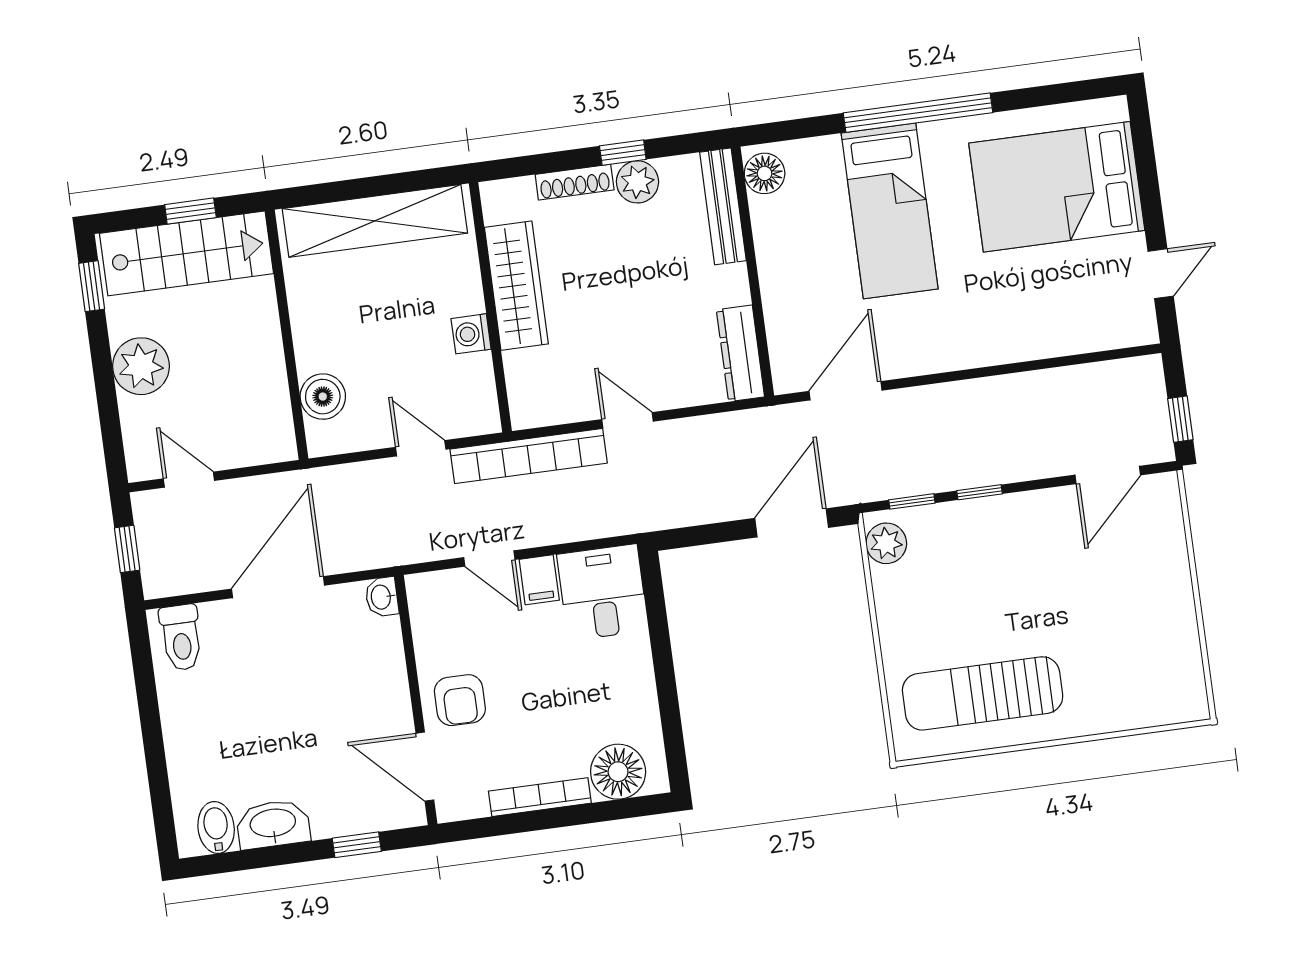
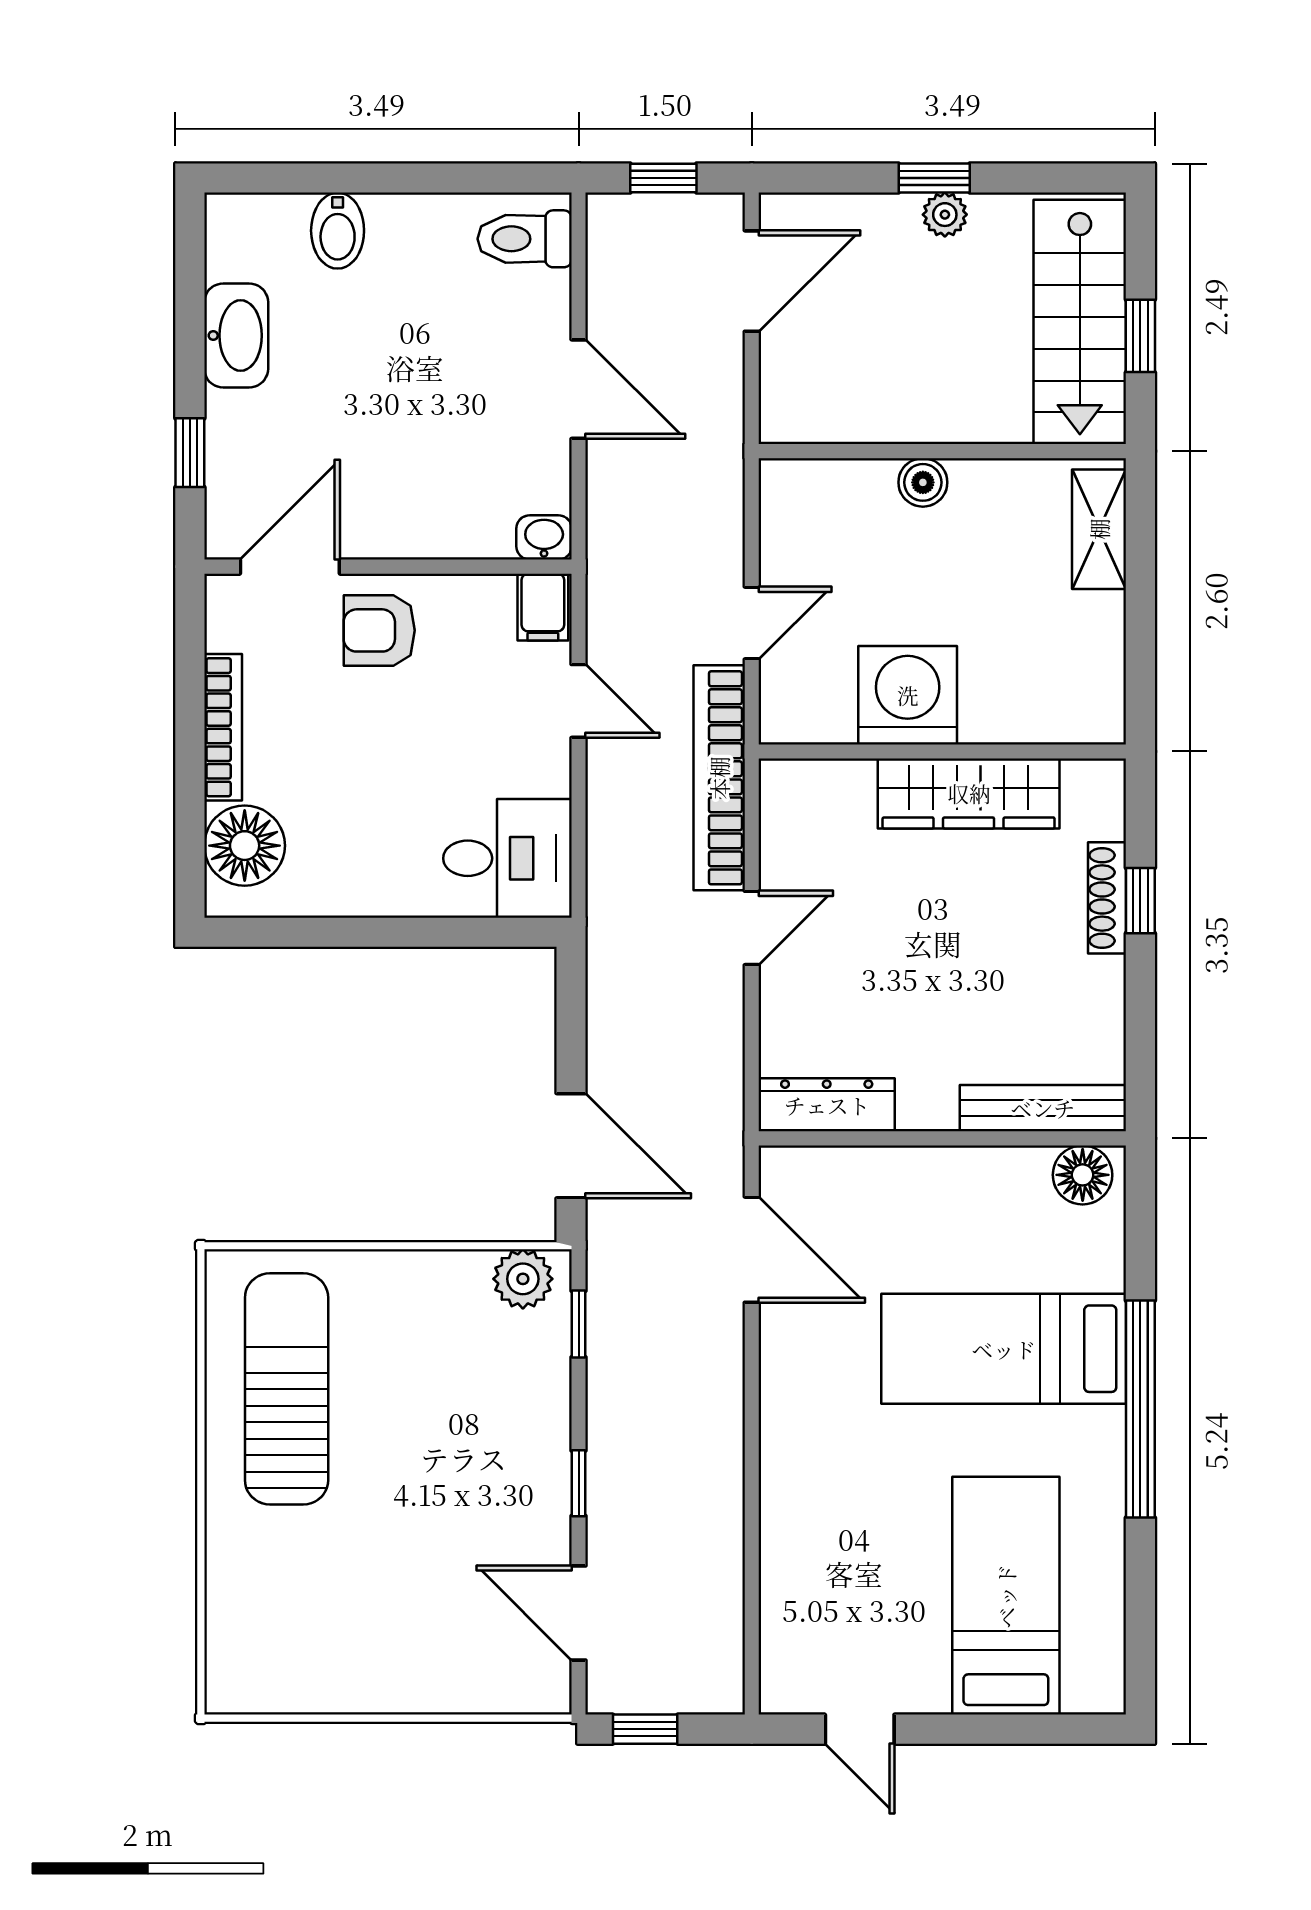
window: (623, 153) -> (1140, 901), moved
plant: (637, 182) -> (1095, 989), removed
bed: (1057, 187) -> (1006, 1596), width x0.67
shelving: (375, 221) -> (1099, 529), width x0.45, depth x0.75
window: (92, 286) -> (934, 178), moved
washing machine: (471, 334) -> (908, 695), width x1.89, depth x1.89
plant: (141, 366) -> (945, 215), width x0.53, depth x0.53
boiler: (323, 397) -> (923, 482), moved, width x0.73, depth x0.73
door: (189, 480) -> (752, 281), width x1.38
window: (980, 492) -> (579, 1483), moved
door: (489, 559) -> (579, 701), swing flipped
filing cabinet: (539, 580) -> (543, 607), moved, turned -90
door: (278, 587) -> (579, 389), width x0.73
bidet: (216, 827) -> (338, 231), moved, turned 90

